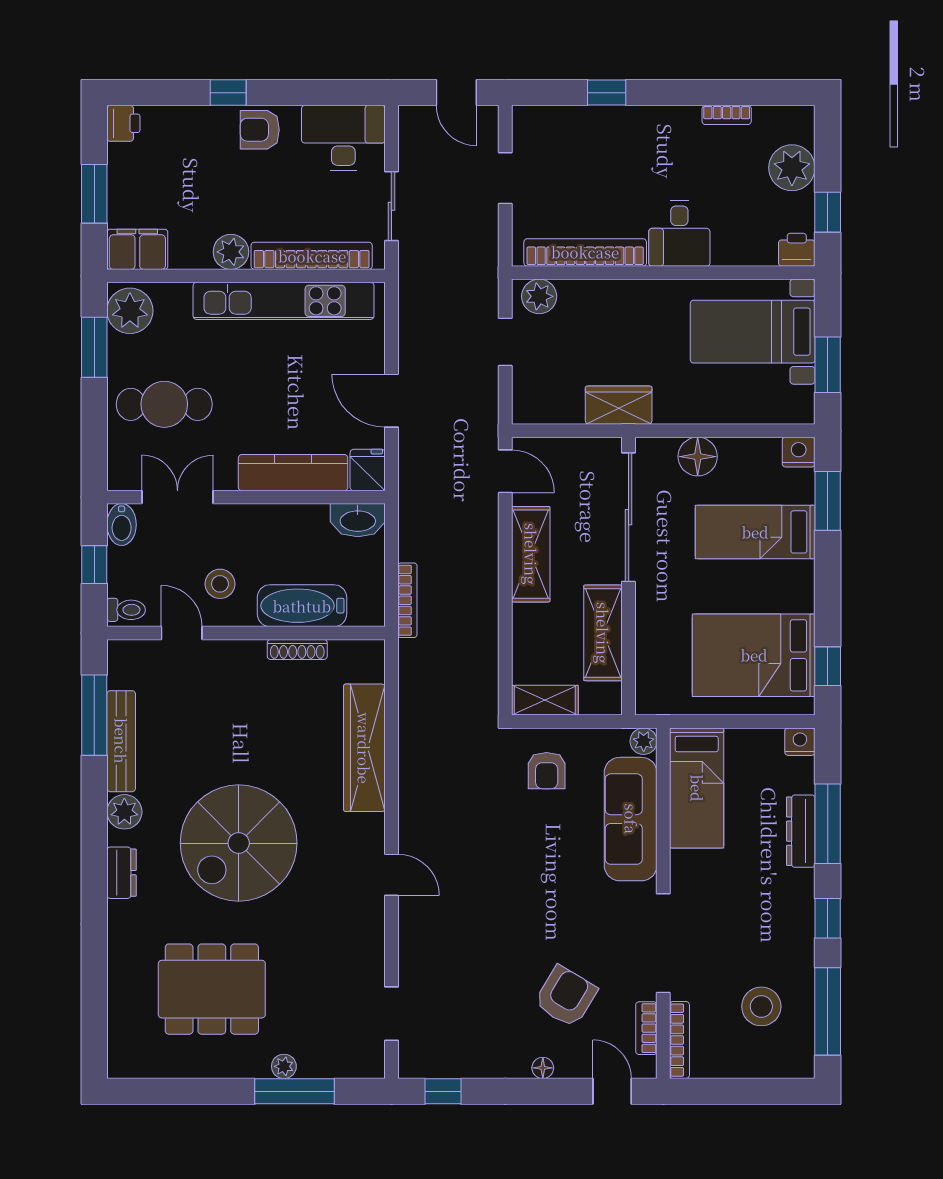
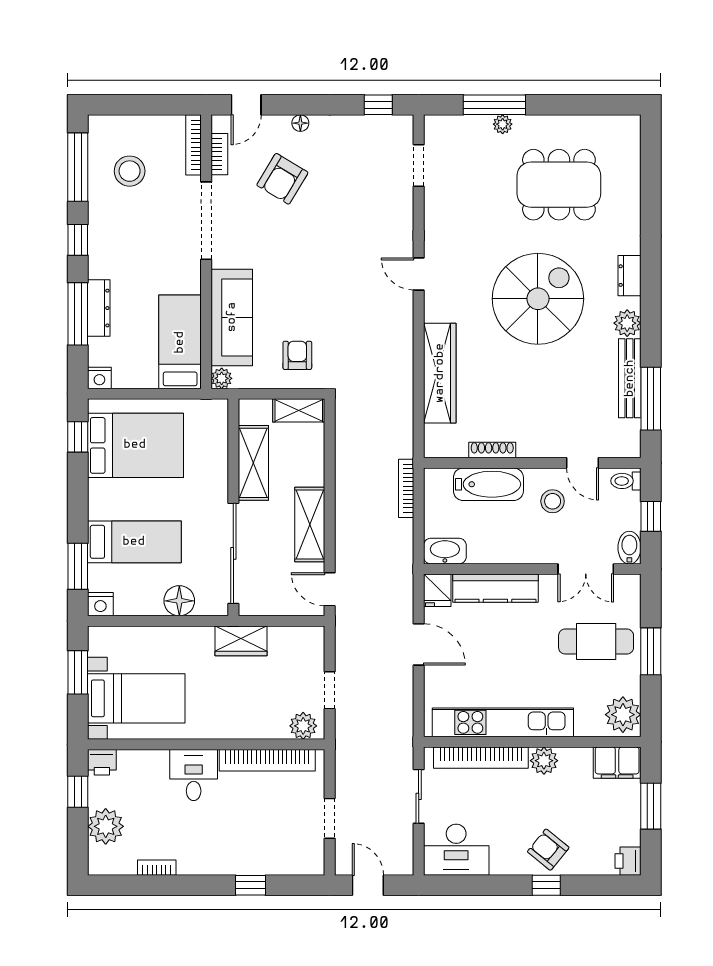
armchair: (260, 130) -> (548, 850), moved, turned -141
window: (94, 347) -> (651, 651), moved
door: (612, 1091) -> (246, 105), hinge flipped

